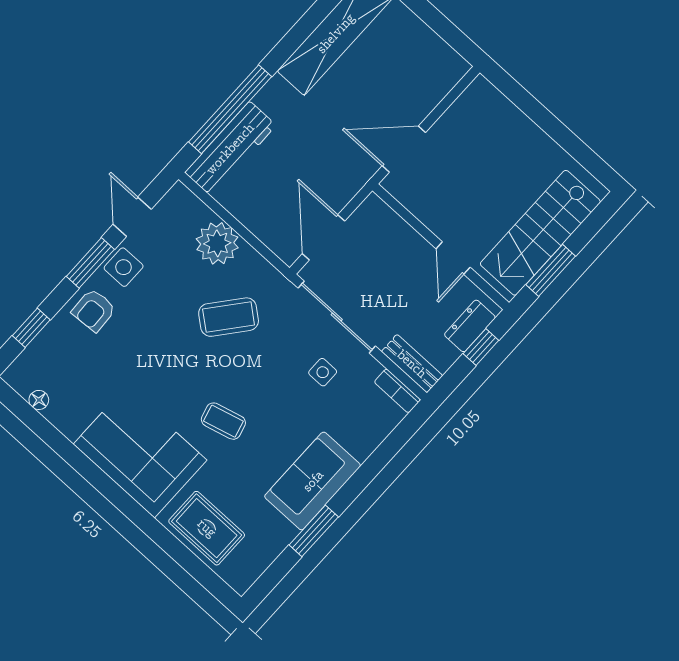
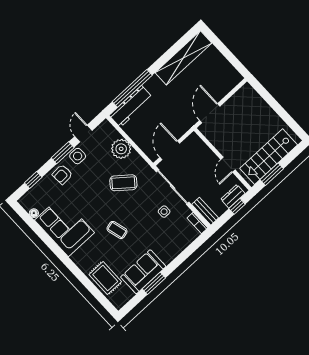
door: (404, 149) -> (210, 113), hinge flipped
corner sofa: (140, 452) -> (65, 226), moved
sofa: (313, 481) -> (143, 272), moved

